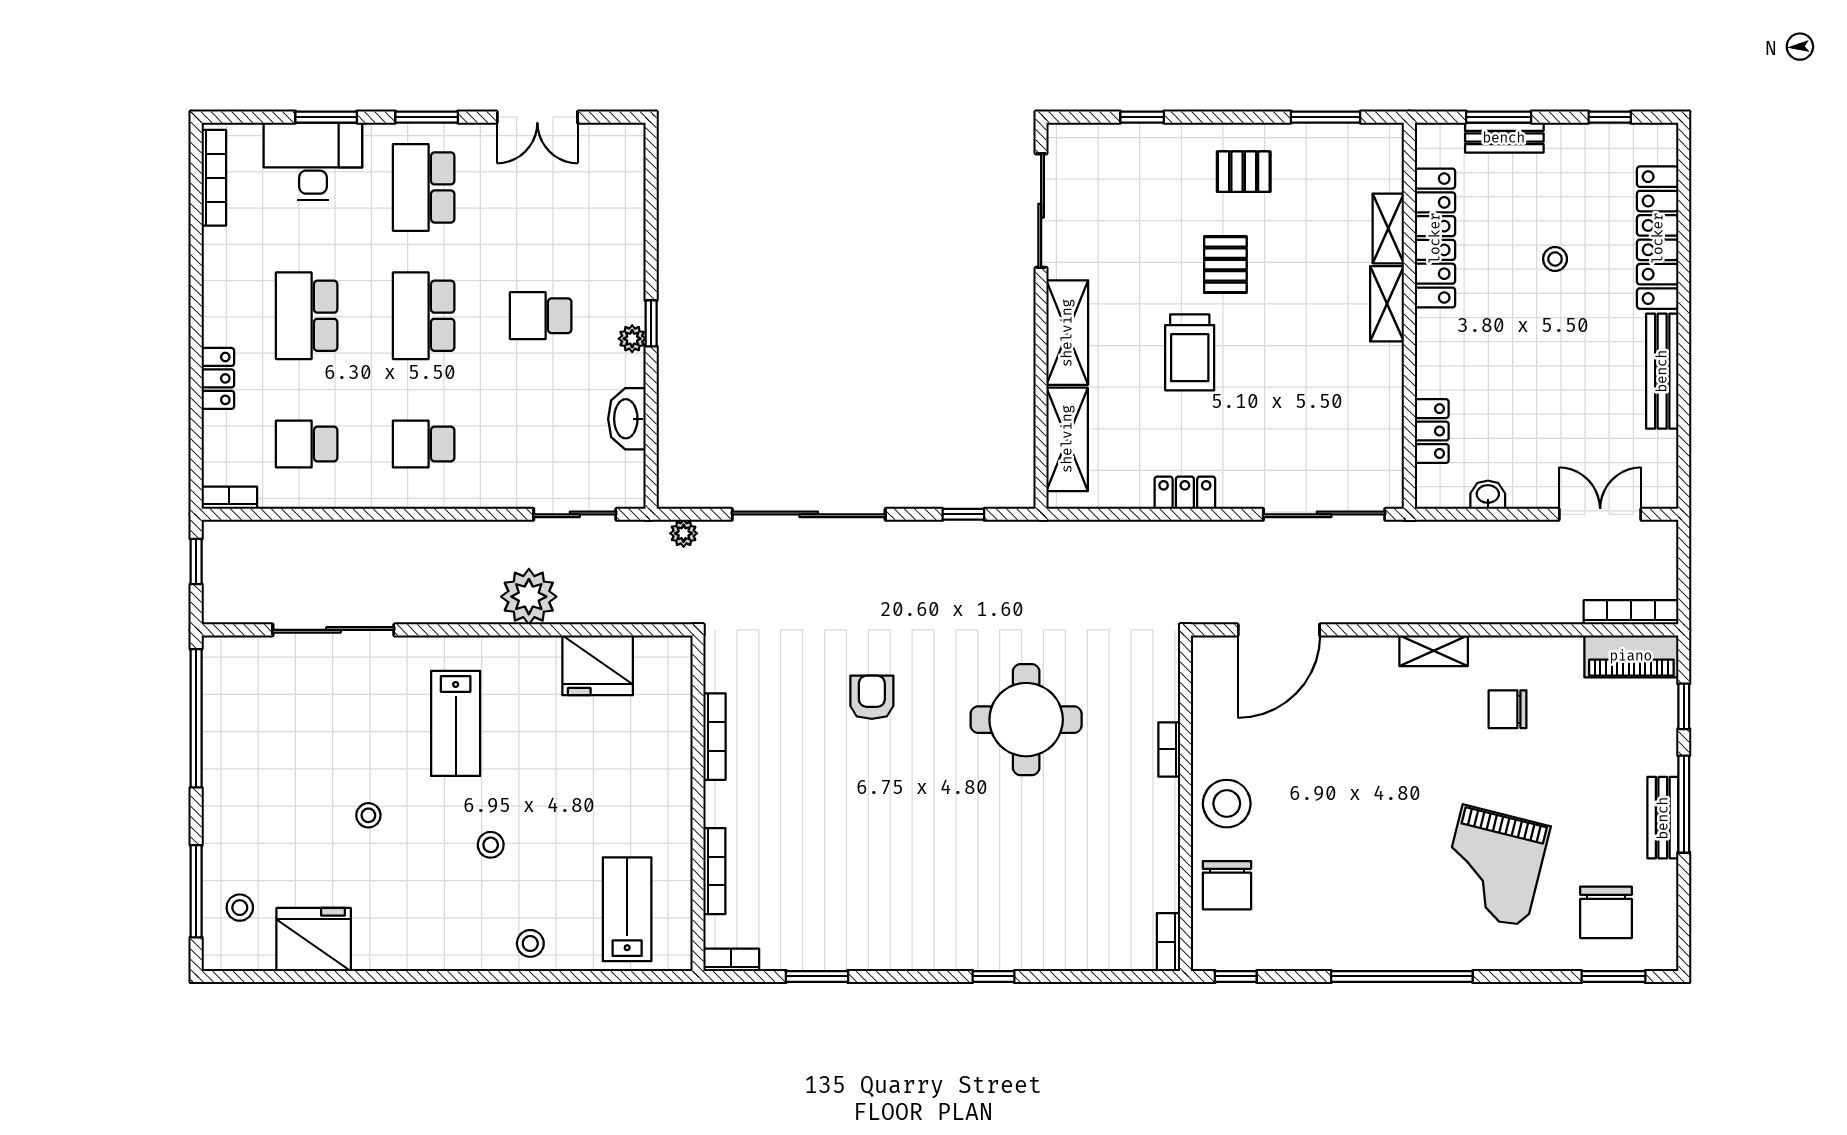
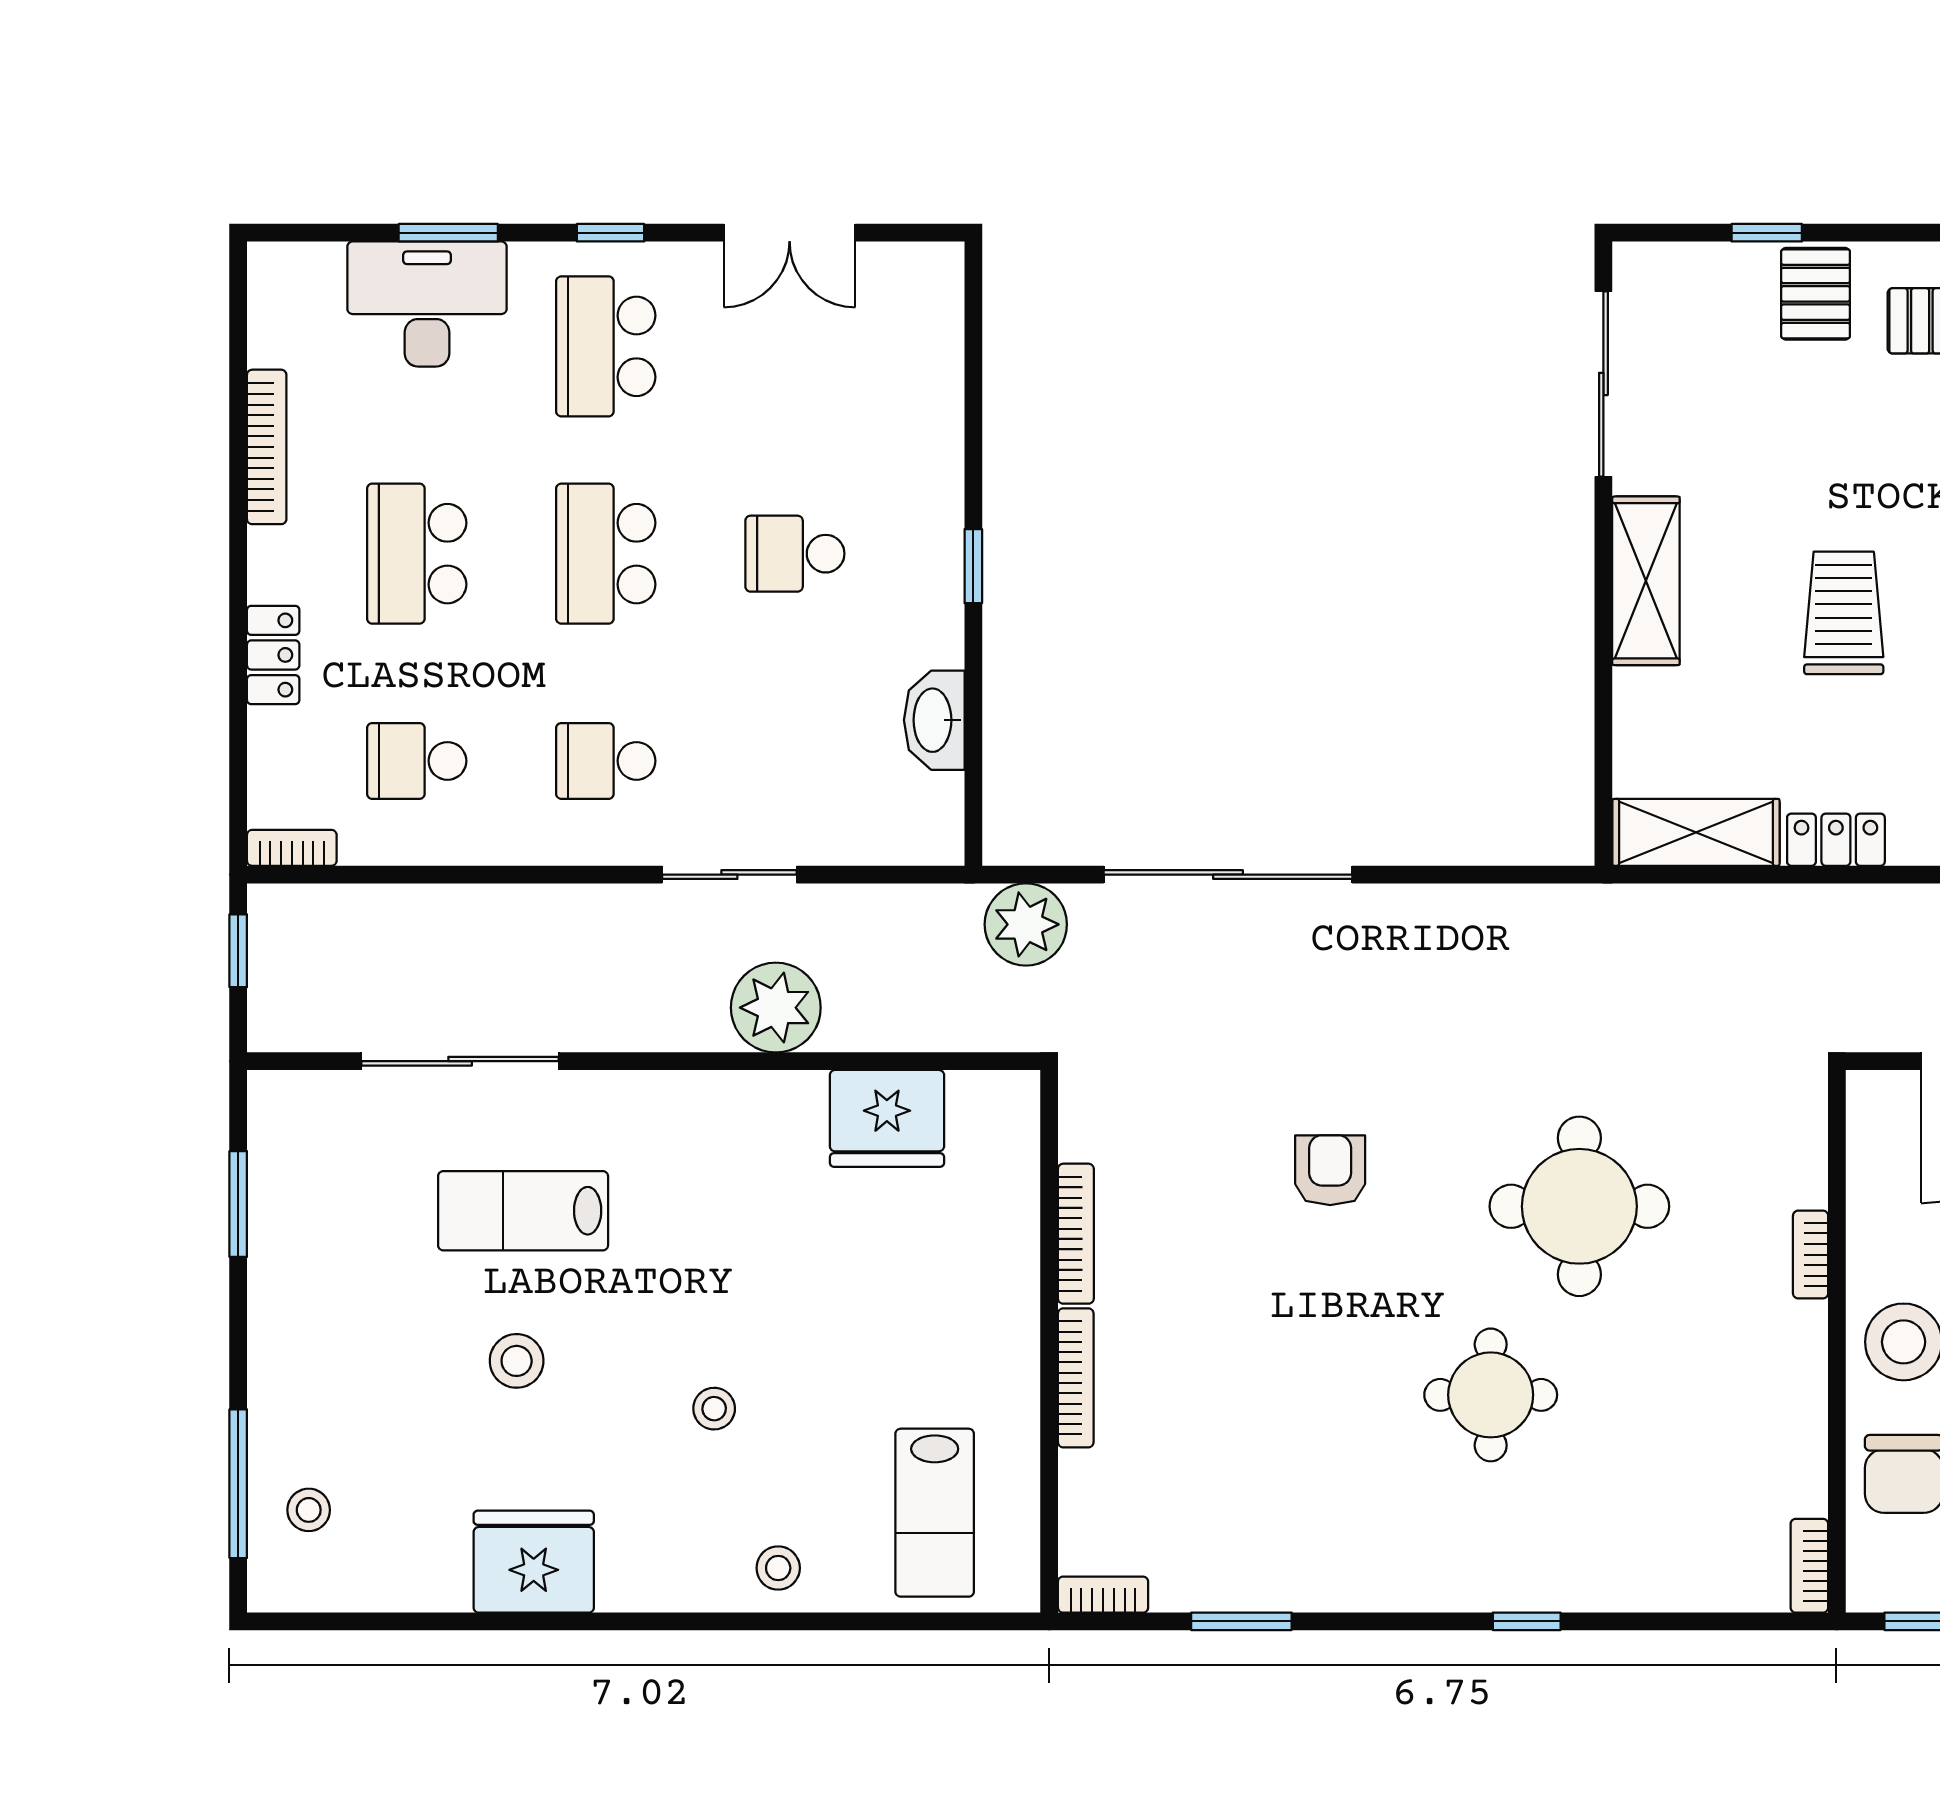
window: (427, 117) -> (610, 233), width x0.67
bookcase: (214, 178) -> (267, 447), moved
pallet: (1225, 265) -> (1816, 294), moved
plant: (632, 339) -> (943, 591), removed
trolley: (1190, 352) -> (1844, 613), turned 180
shelving: (1067, 439) -> (1696, 832), moved, turned 90
sliding door: (575, 514) -> (729, 875), moved
window: (963, 514) -> (1478, 875), removed
plant: (684, 533) -> (1026, 924), width x1.88, depth x1.88
window: (196, 718) -> (238, 1204), width x0.47
lab bench: (456, 723) -> (523, 1211), moved, turned 90
stool: (368, 815) -> (517, 1361), width x1.37, depth x1.37
round table: (971, 836) -> (1491, 1395), added
bookcase: (714, 871) -> (1076, 1378), moved
lab bench: (627, 909) -> (935, 1513), turned 180
fridge: (314, 940) -> (534, 1562), moved

